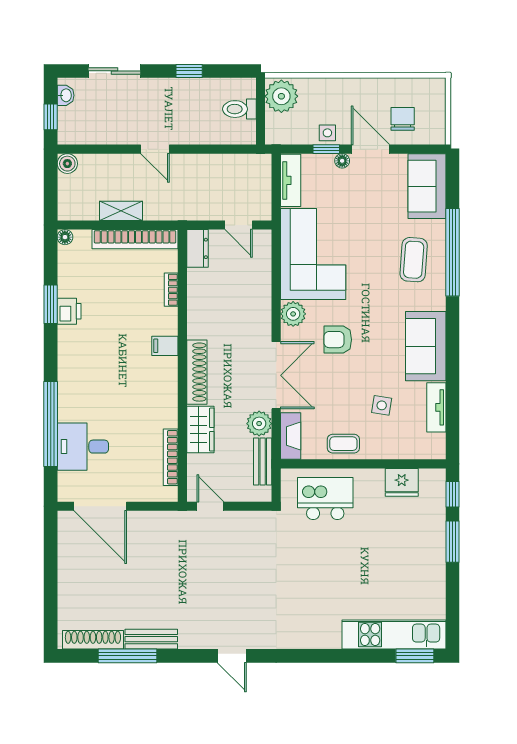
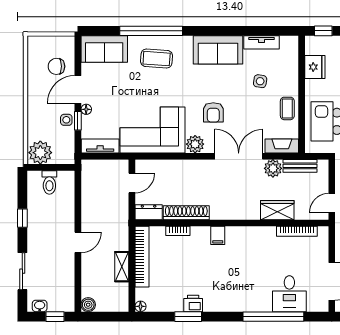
shoe rack: (197, 372) -> (186, 213), moved

